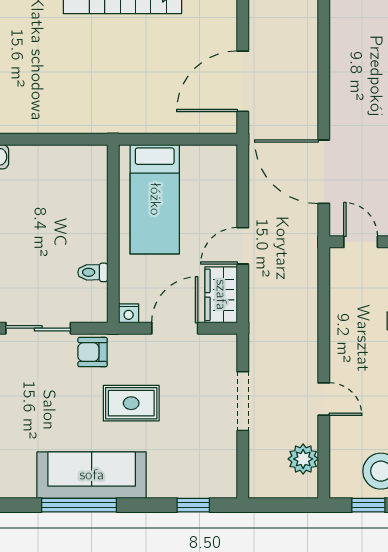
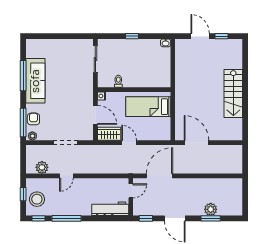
armchair: (93, 352) -> (33, 119), moved
rug: (131, 403) -> (65, 97), removed
plant: (226, 482) -> (32, 136), added
window: (193, 505) -> (23, 122), width x2.17

